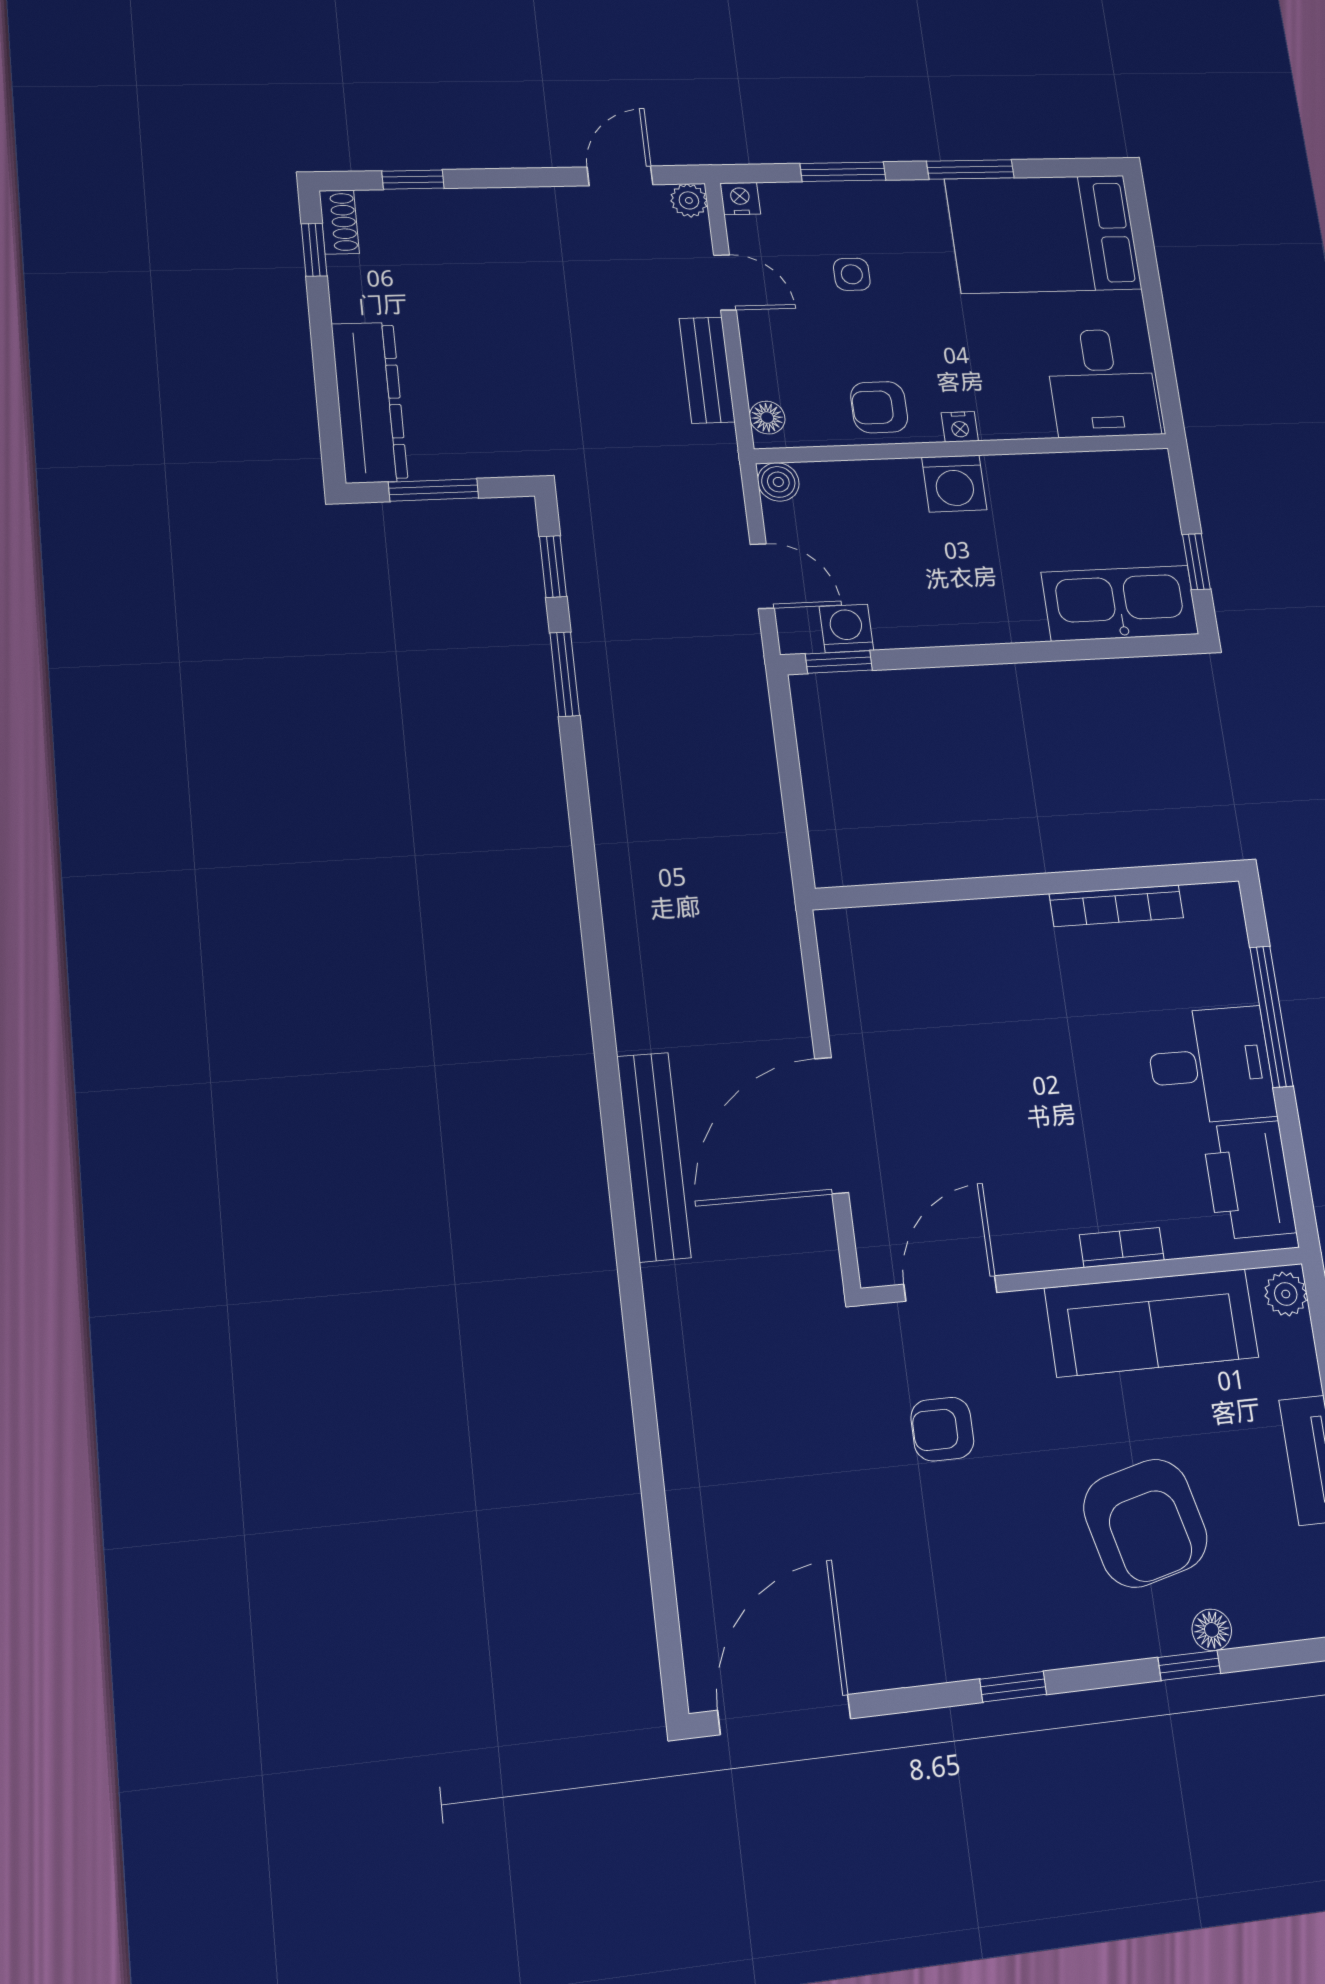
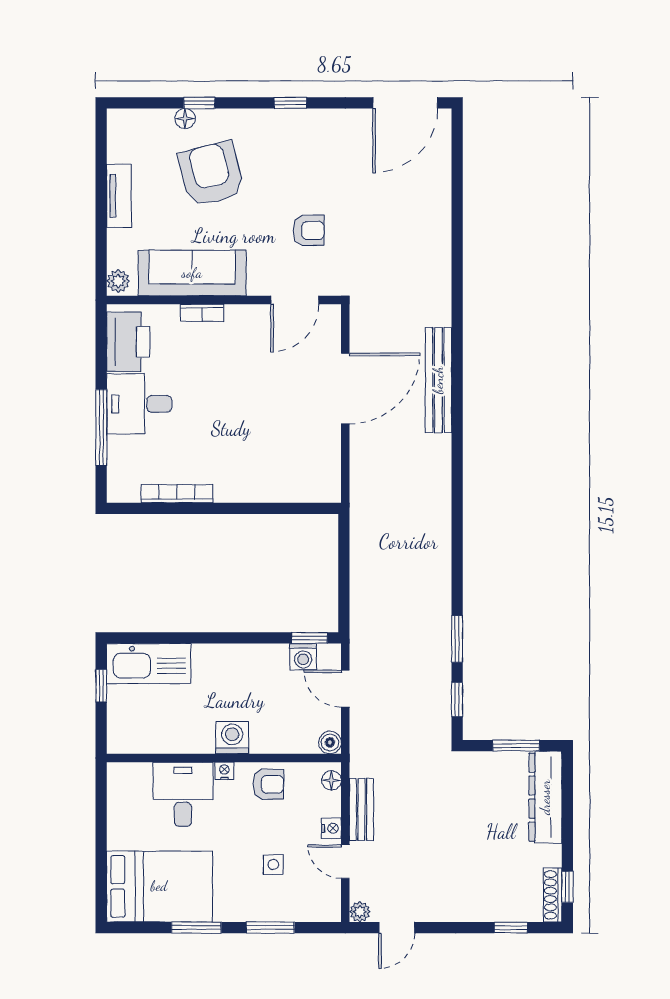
nightstand: (740, 199) -> (331, 828), moved, turned -90
shoe rack: (339, 222) -> (553, 895), width x1.43
desk: (1102, 383) -> (183, 794), moved

